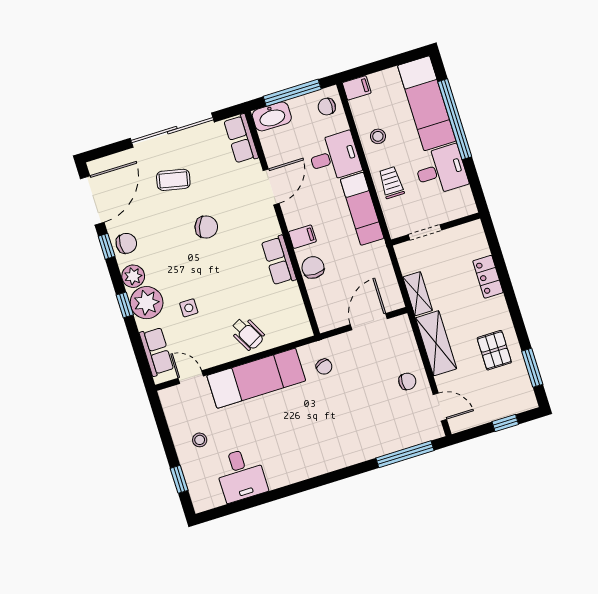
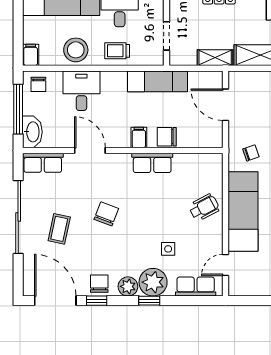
stool: (378, 136) -> (76, 50), width x1.89, depth x1.89
exam couch: (362, 209) -> (158, 81), moved

